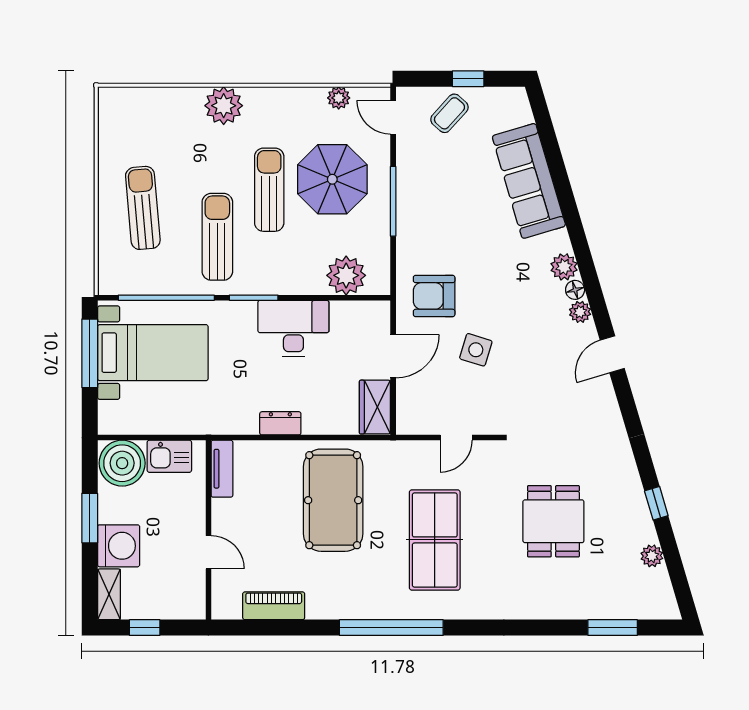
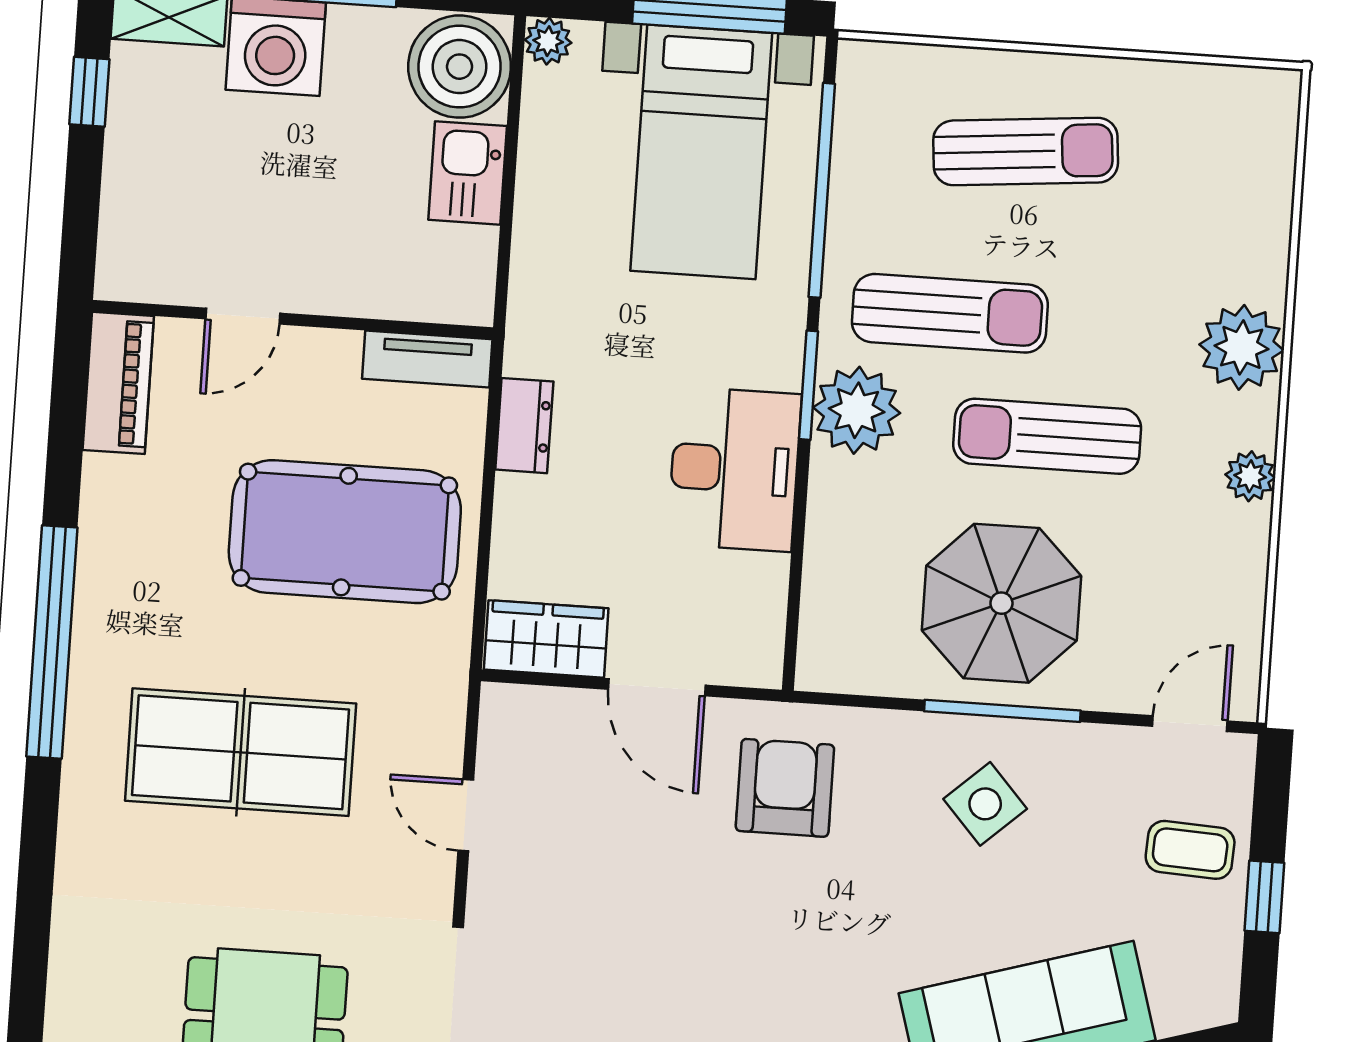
plant: (339, 98) -> (1250, 476), moved
coffee table: (449, 113) -> (1190, 850), turned -39
parasol: (332, 179) -> (1001, 603), moved
sun lounger: (269, 190) -> (1047, 436), turned 180
plant: (346, 275) -> (857, 410), moved
side table: (476, 350) -> (985, 804), moved, turned 31
plant: (108, 424) -> (548, 41), added
tv unit: (222, 469) -> (427, 359), moved
wall: (208, 530) -> (293, 319), moved
door: (208, 552) -> (243, 316), moved

